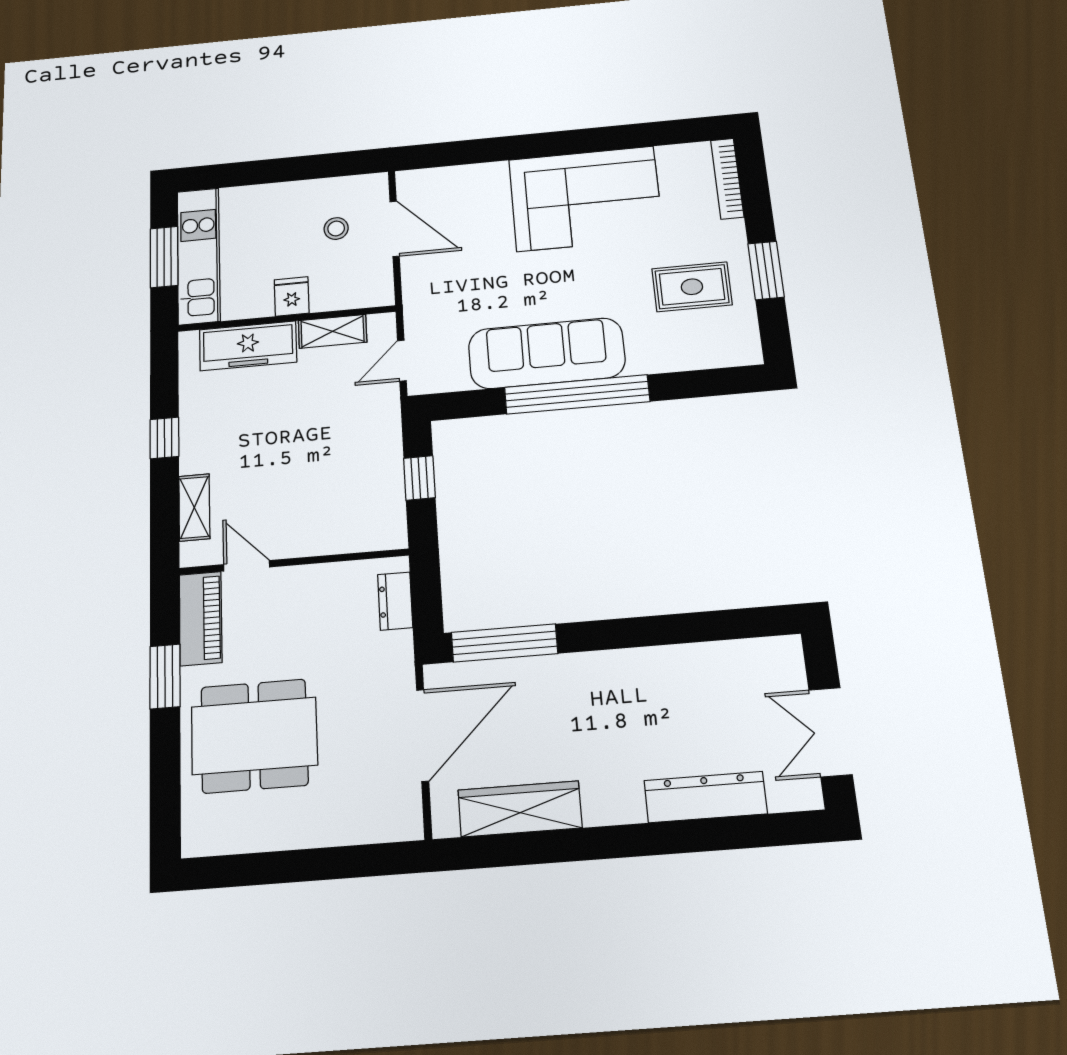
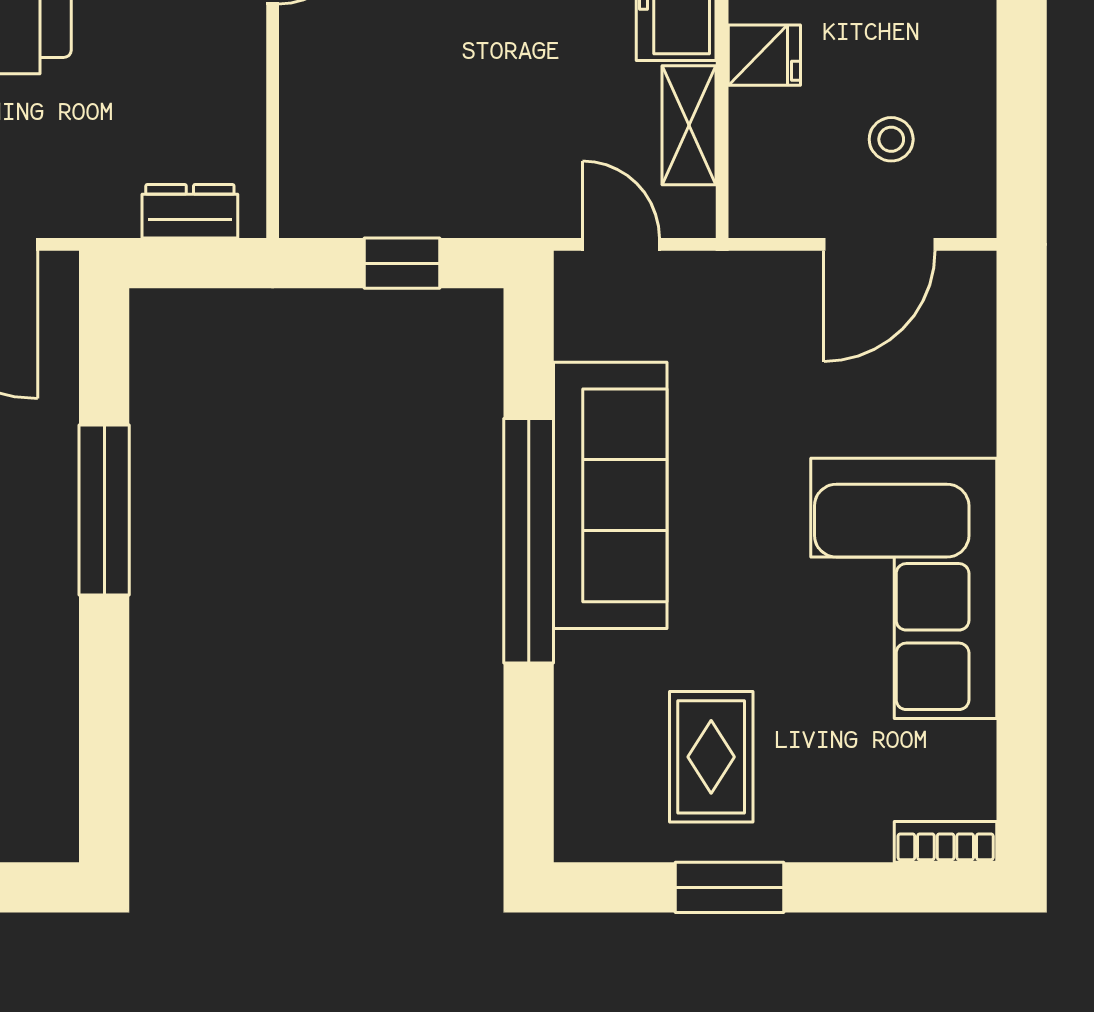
bookcase: (727, 179) -> (946, 842), width x0.64
window: (504, 643) -> (104, 510), moved

